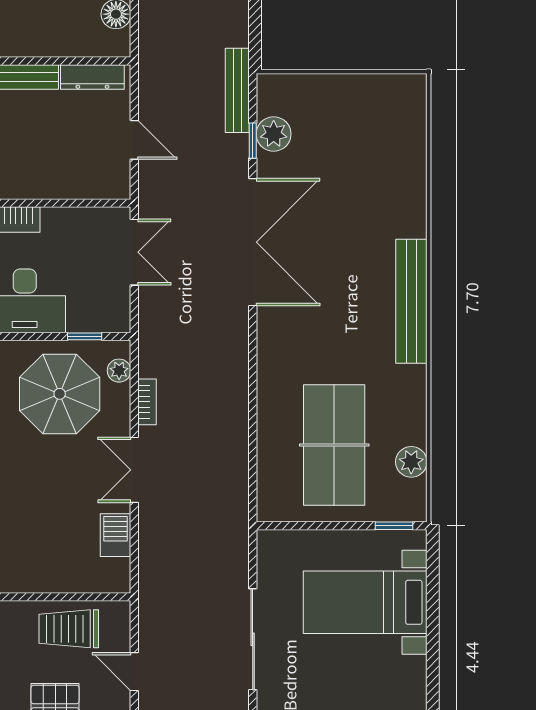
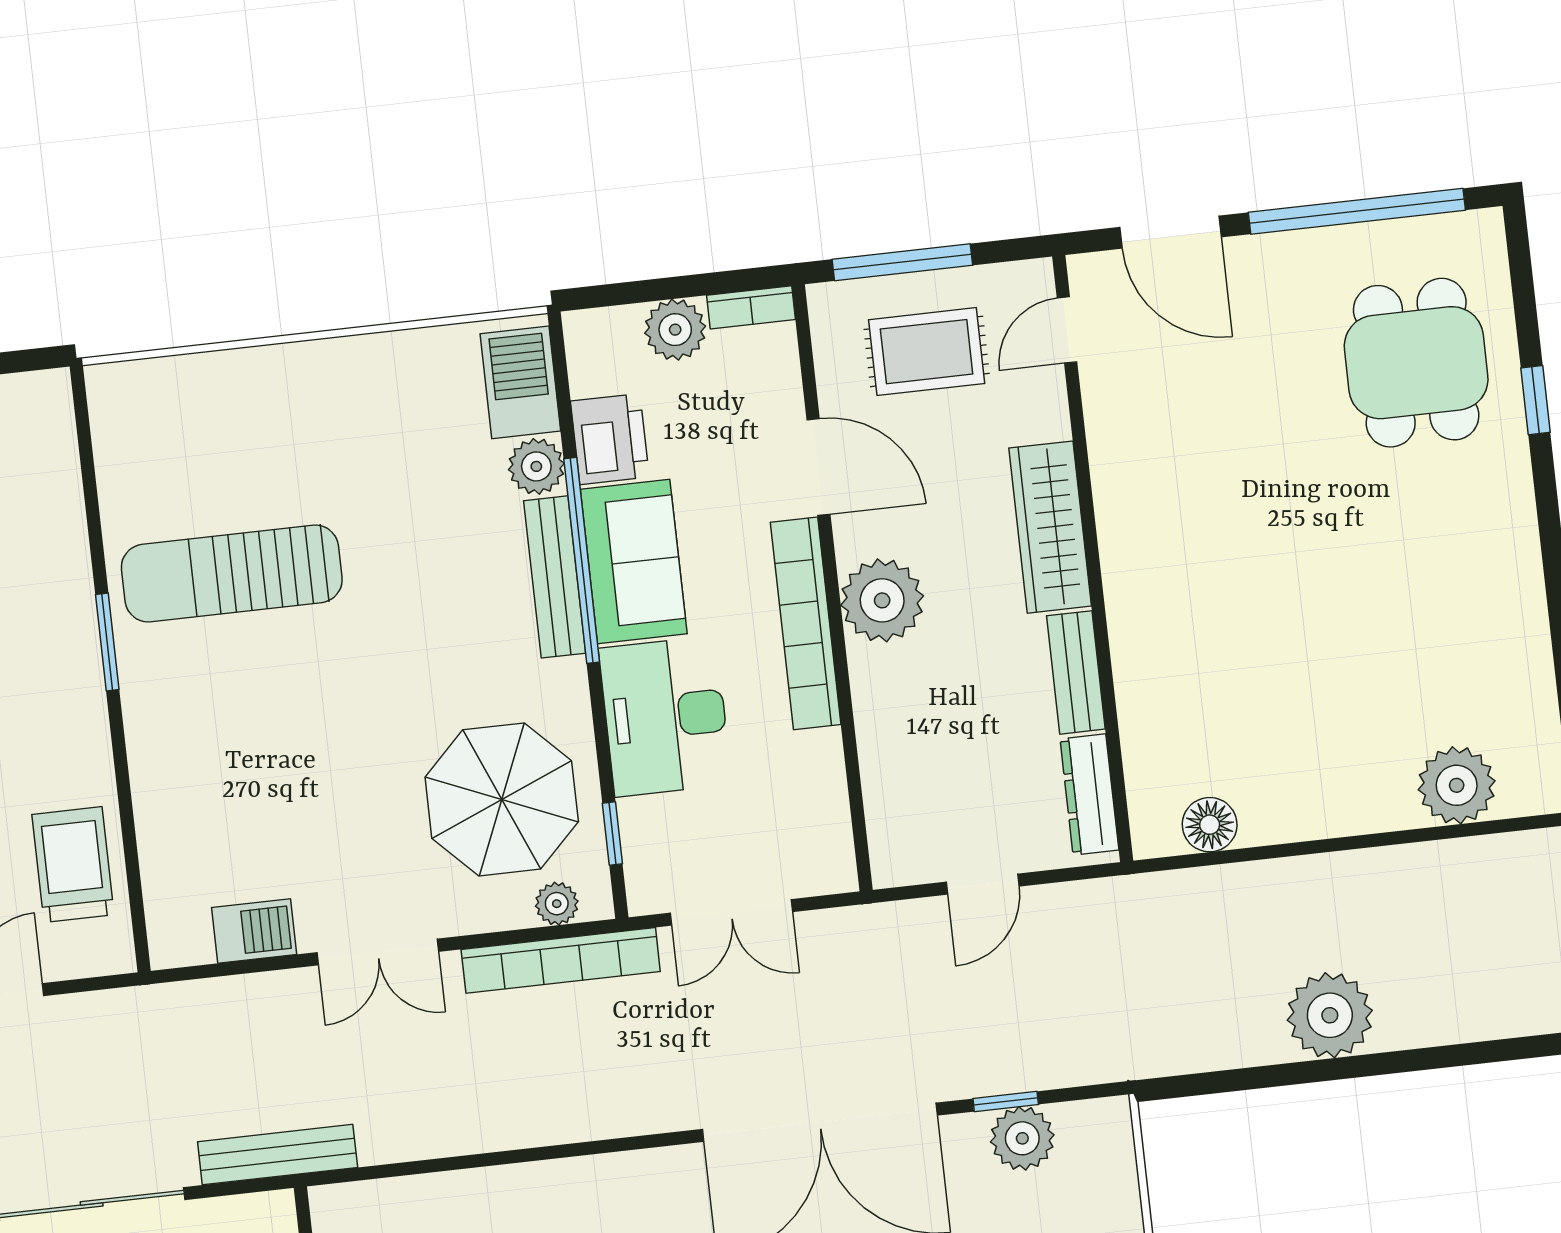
bench: (237, 90) -> (278, 1155), moved
double door: (134, 252) -> (731, 912), moved
bookcase: (147, 402) -> (561, 960), width x2.31, depth x1.31
double door: (134, 470) -> (378, 952), swing flipped

